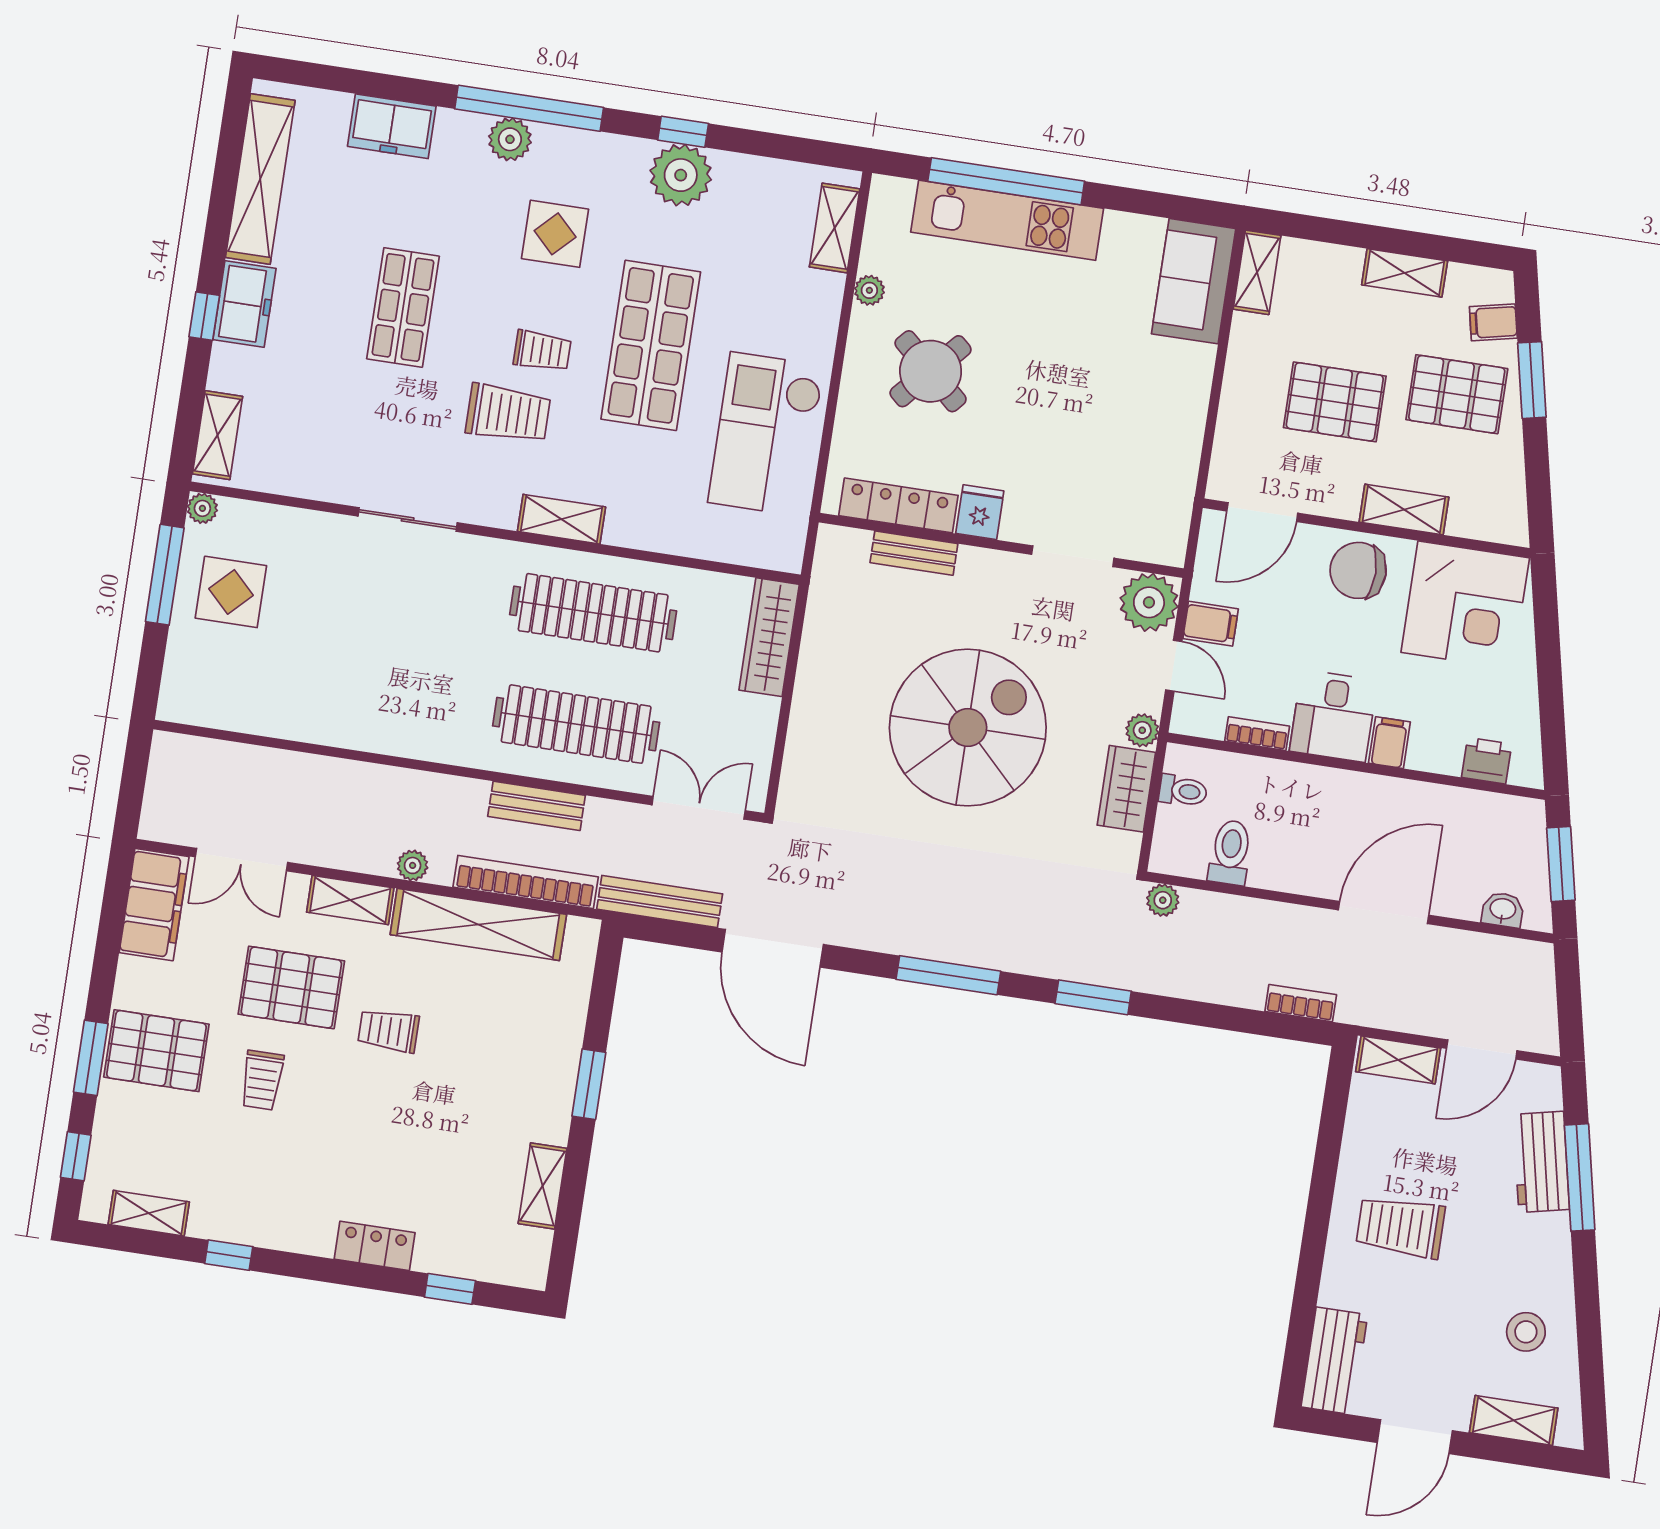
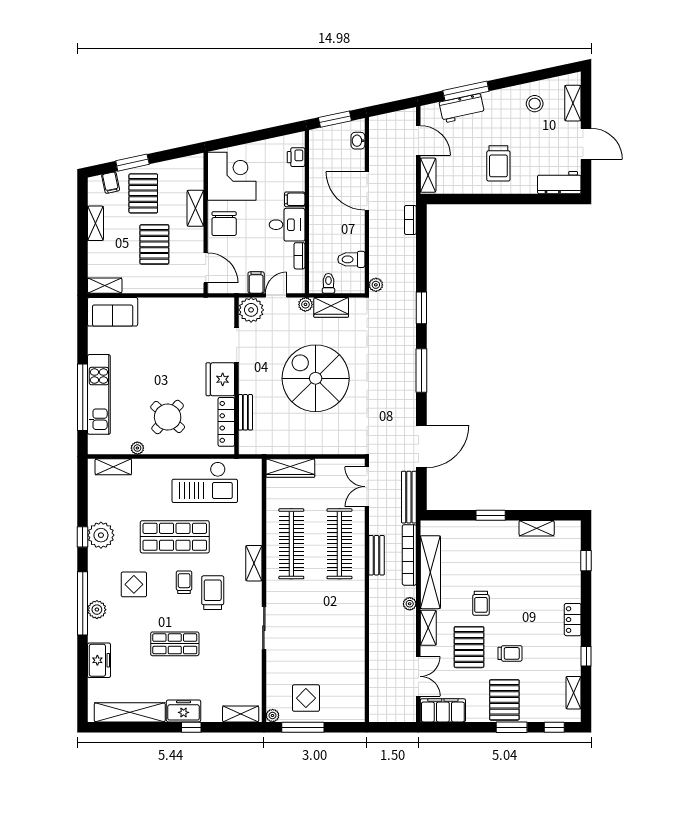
fridge: (980, 512) -> (220, 379), width x1.88, depth x1.34
locker: (375, 1246) -> (573, 620), moved

